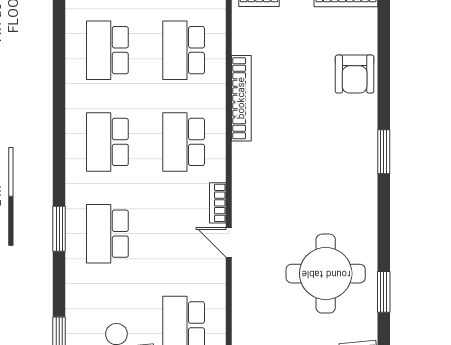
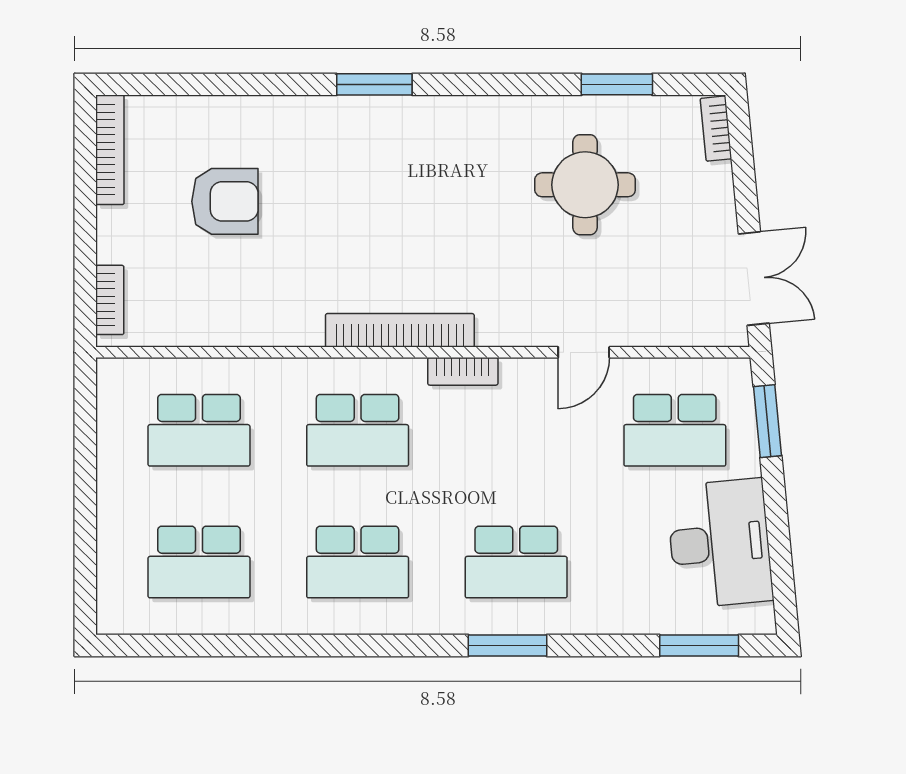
armchair: (355, 74) -> (225, 201), moved
bookcase: (241, 98) -> (400, 330), moved
door: (229, 242) -> (584, 352), moved
round table: (326, 274) -> (585, 185), width x0.73, depth x0.73

